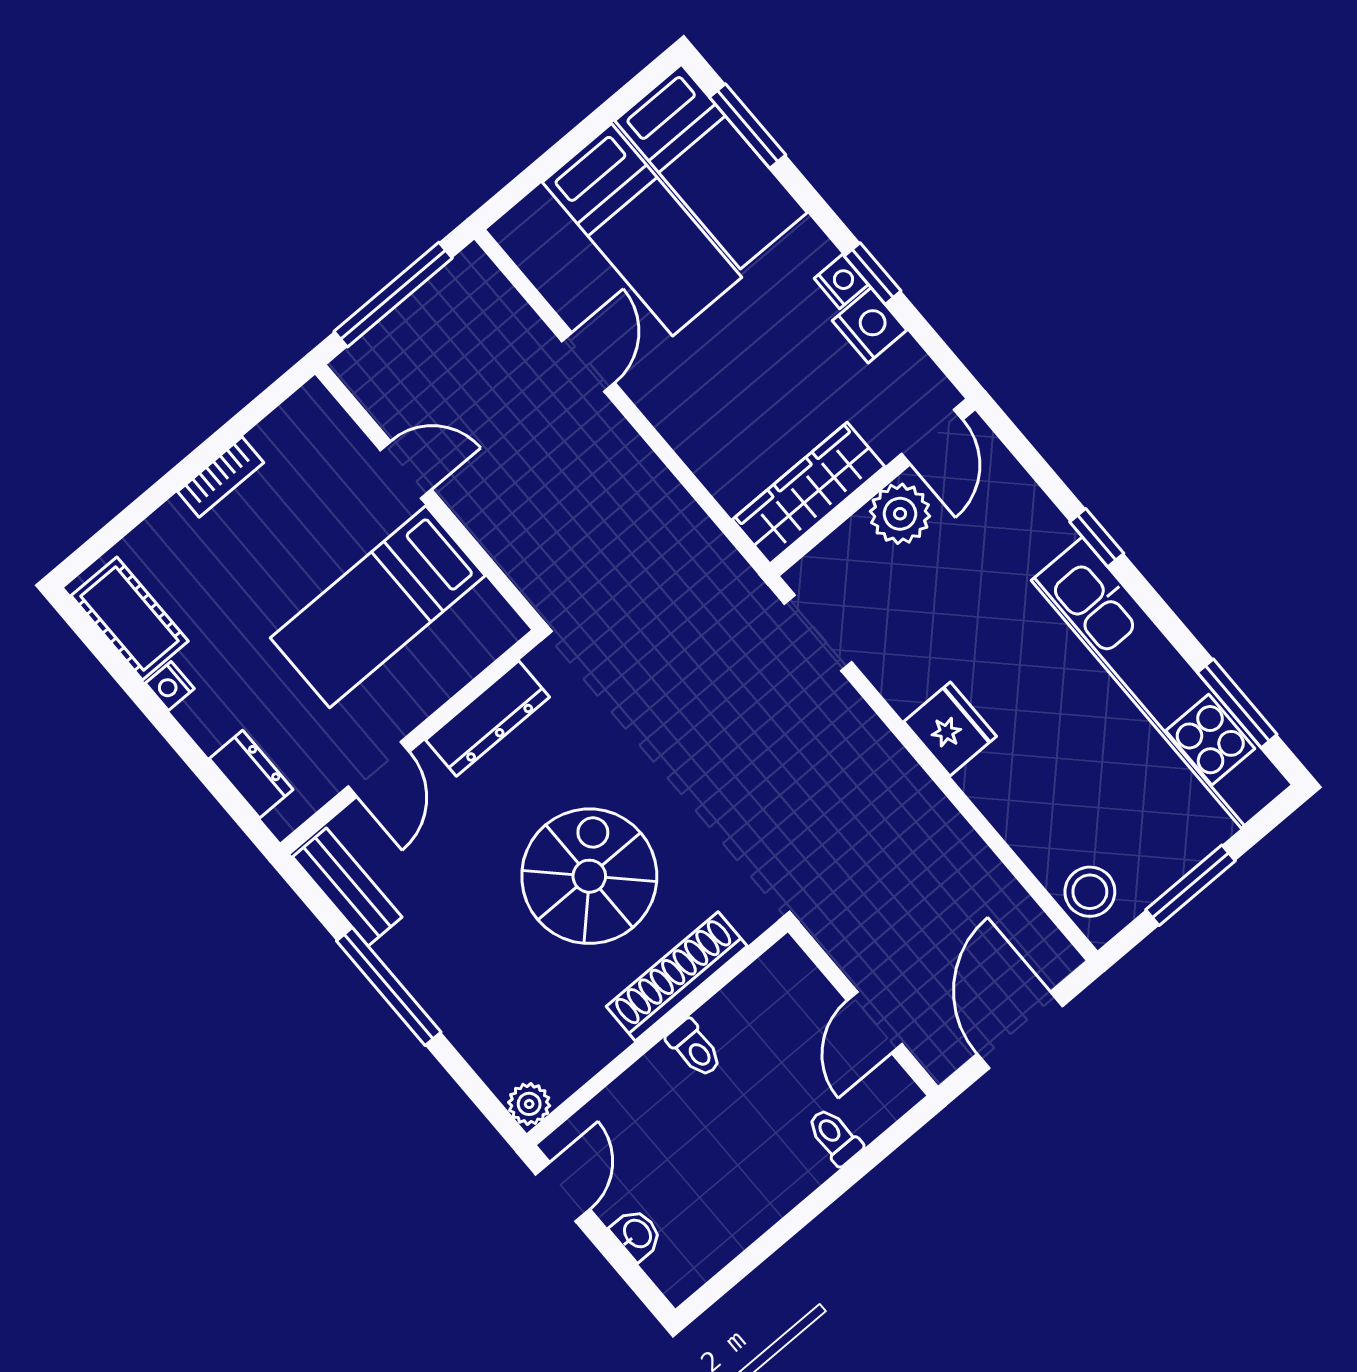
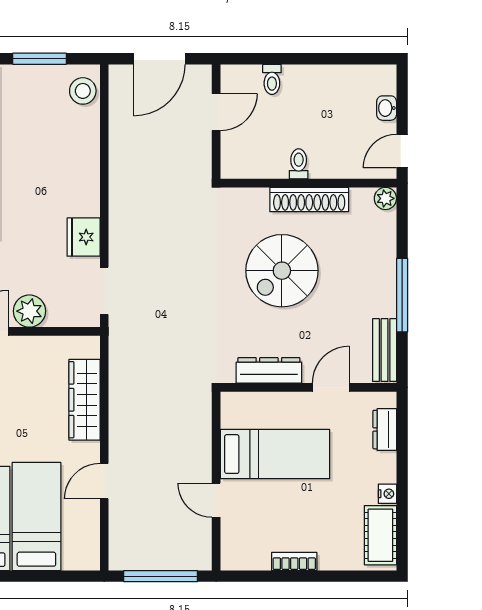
wardrobe: (809, 493) -> (84, 400), moved, turned 90
fridge: (950, 729) -> (84, 237), moved
shoe rack: (677, 976) -> (309, 200), moved

